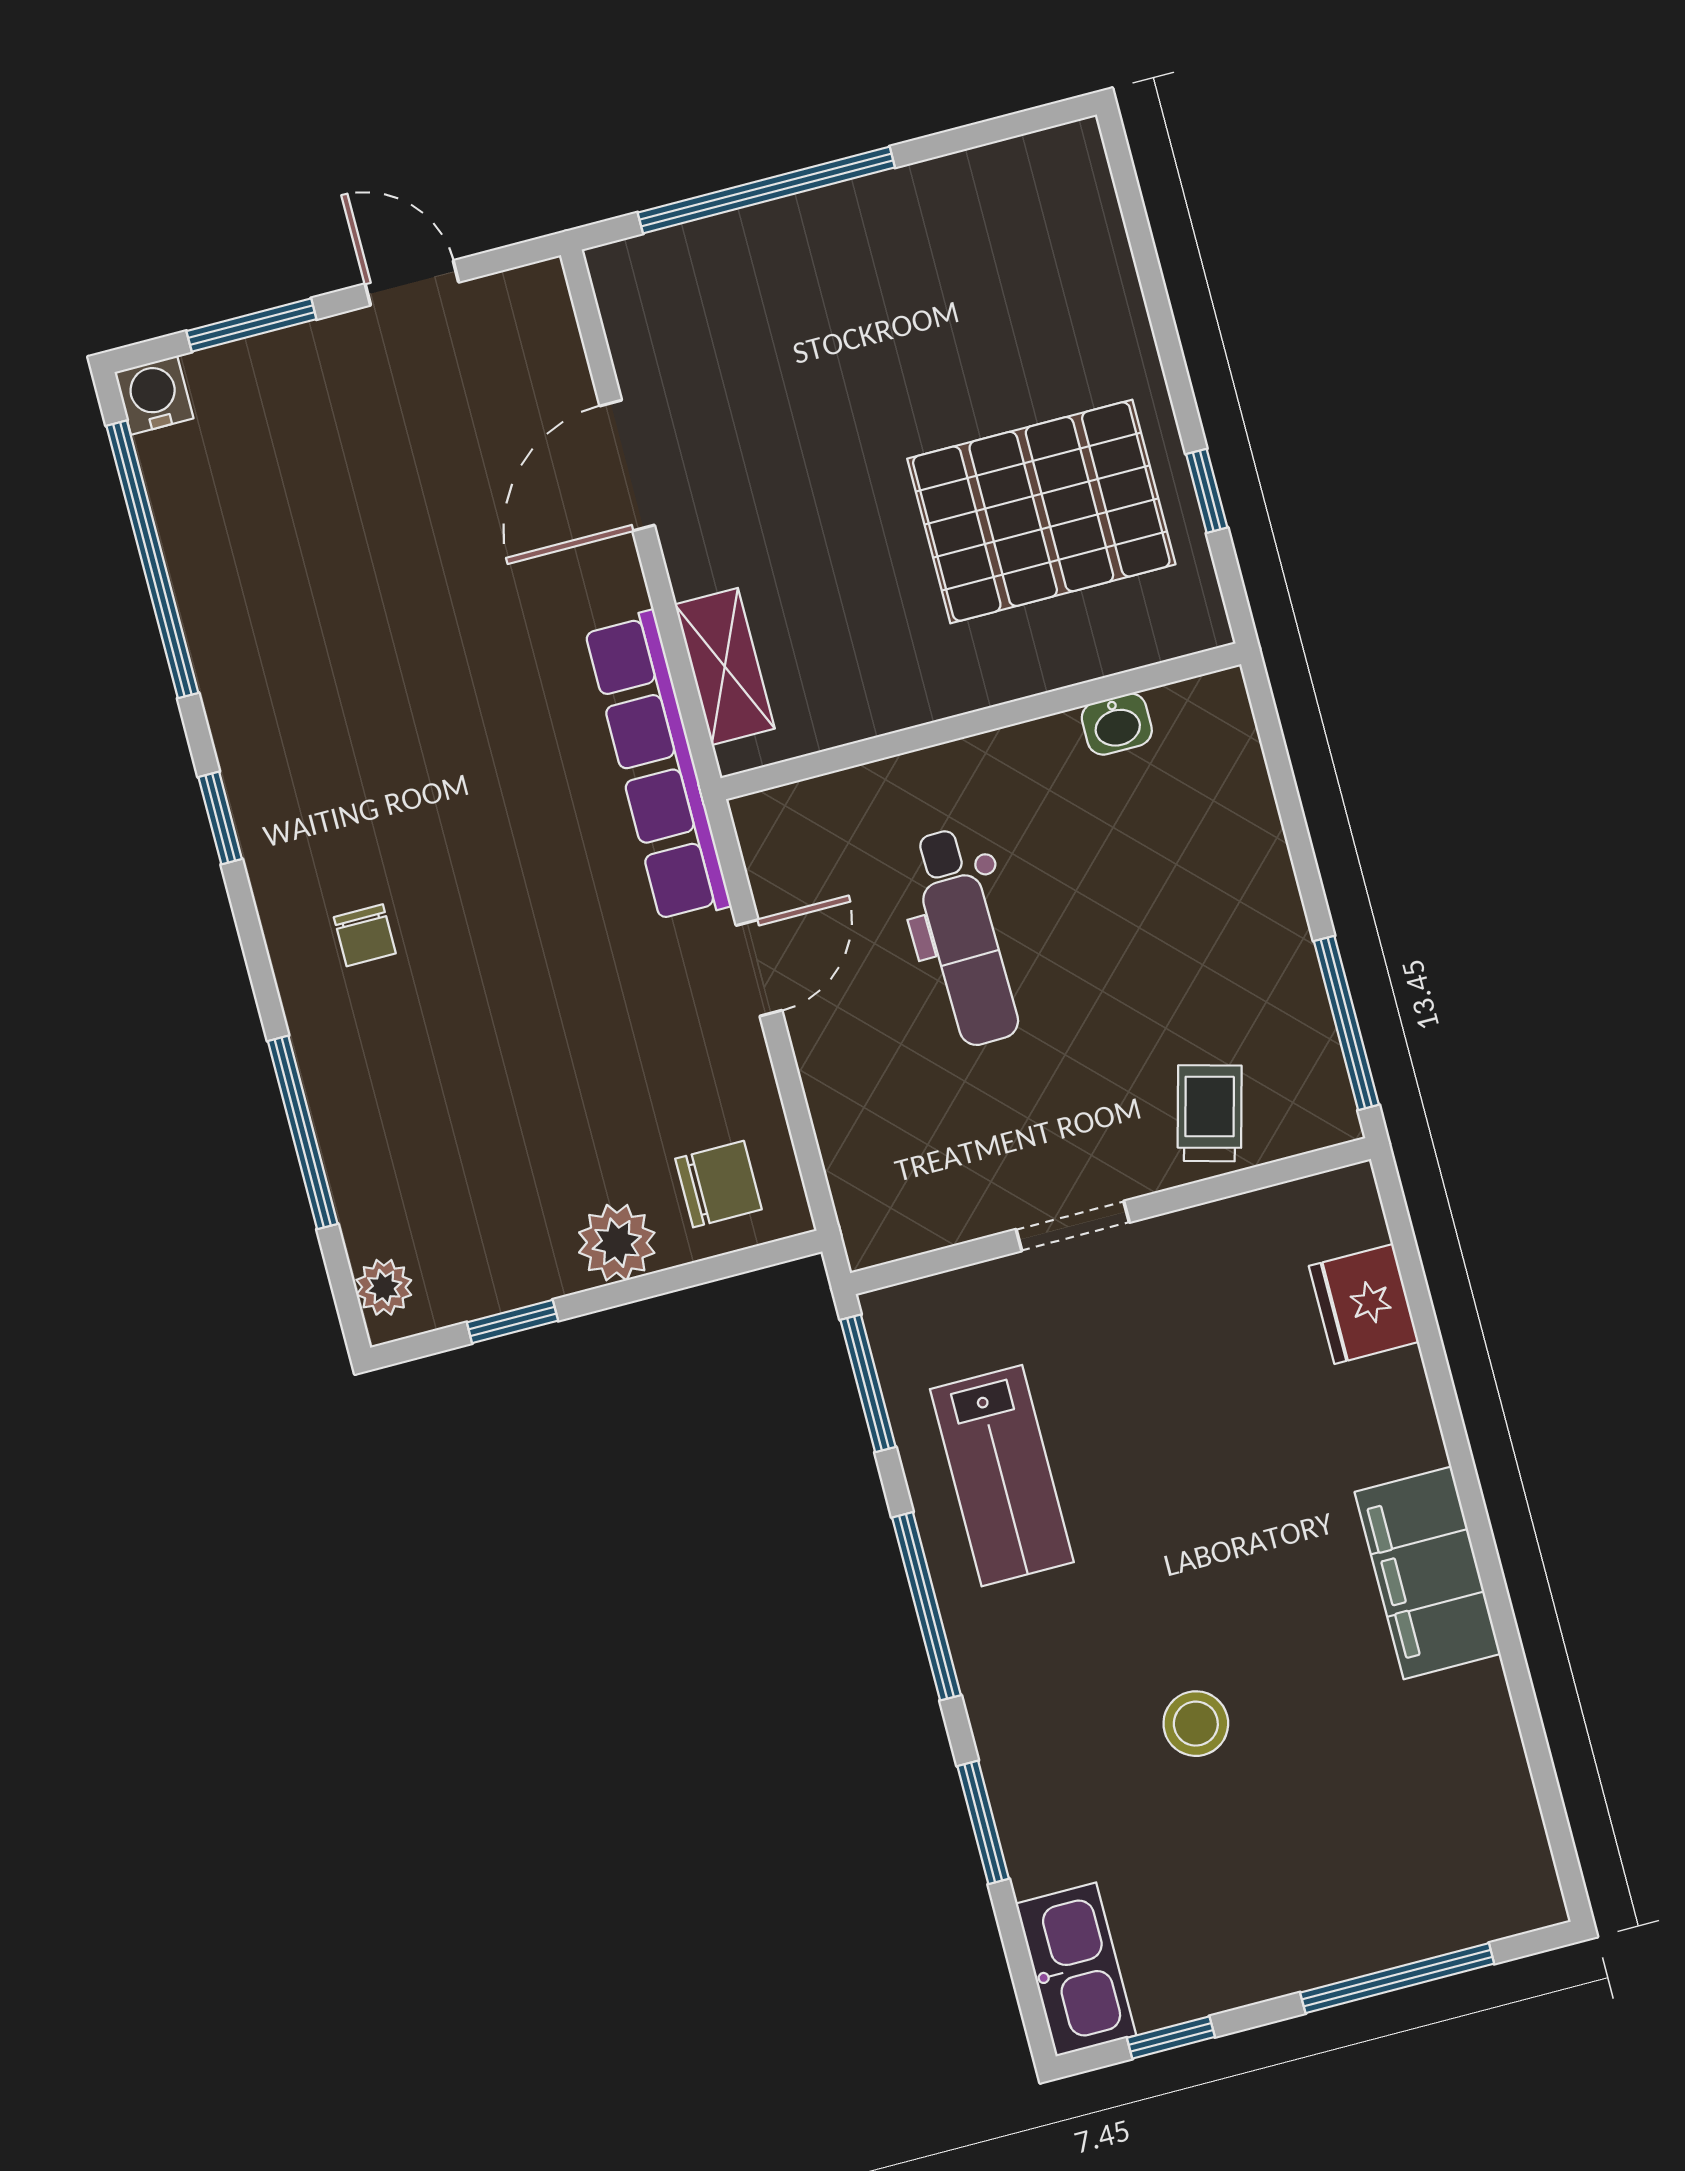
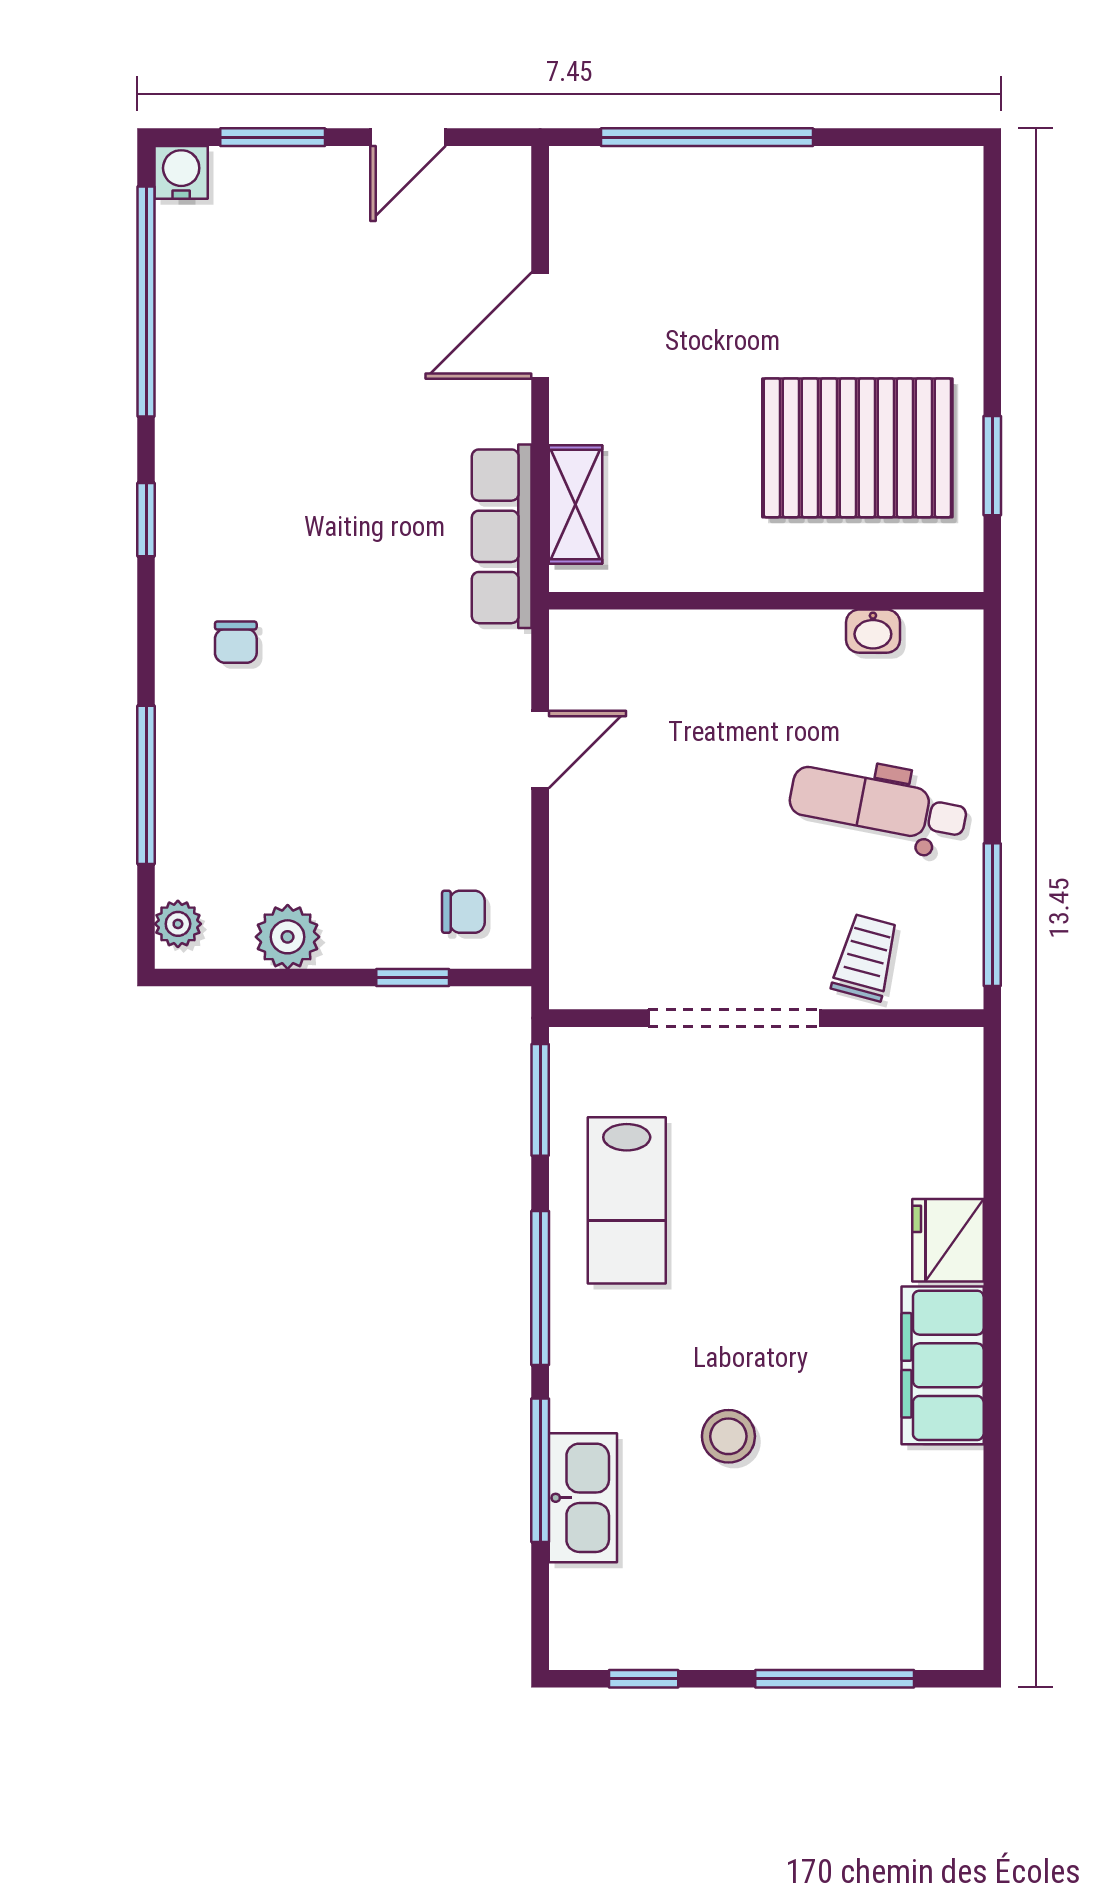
door: (412, 283) -> (408, 137), swing flipped
window: (1207, 491) -> (992, 466), width x1.50
row of seats: (658, 767) -> (502, 536), width x0.73
dental chair: (964, 937) -> (878, 805), moved, turned 102
chair: (718, 1184) -> (463, 912), width x0.73, depth x0.73
doorway: (1073, 1226) -> (734, 1018), width x1.88
plant: (617, 1243) -> (288, 937), moved
fridge: (1364, 1304) -> (948, 1240), moved
window: (512, 1322) -> (413, 978), moved
window: (983, 1822) -> (540, 1470), width x1.44
kitchen sink: (1076, 1969) -> (583, 1498), moved

